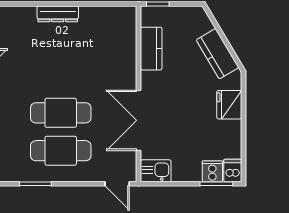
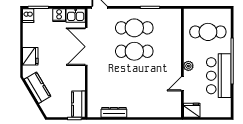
dresser: (58, 14) -> (114, 112), moved
kitchen counter: (151, 49) -> (78, 104), moved
double door: (138, 120) -> (86, 47), swing flipped
cooker: (212, 171) -> (59, 15), moved

